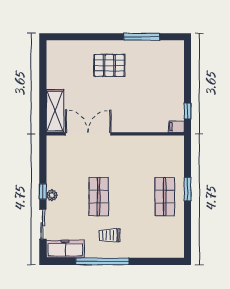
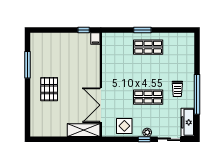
display table: (61, 165) -> (124, 126), added

